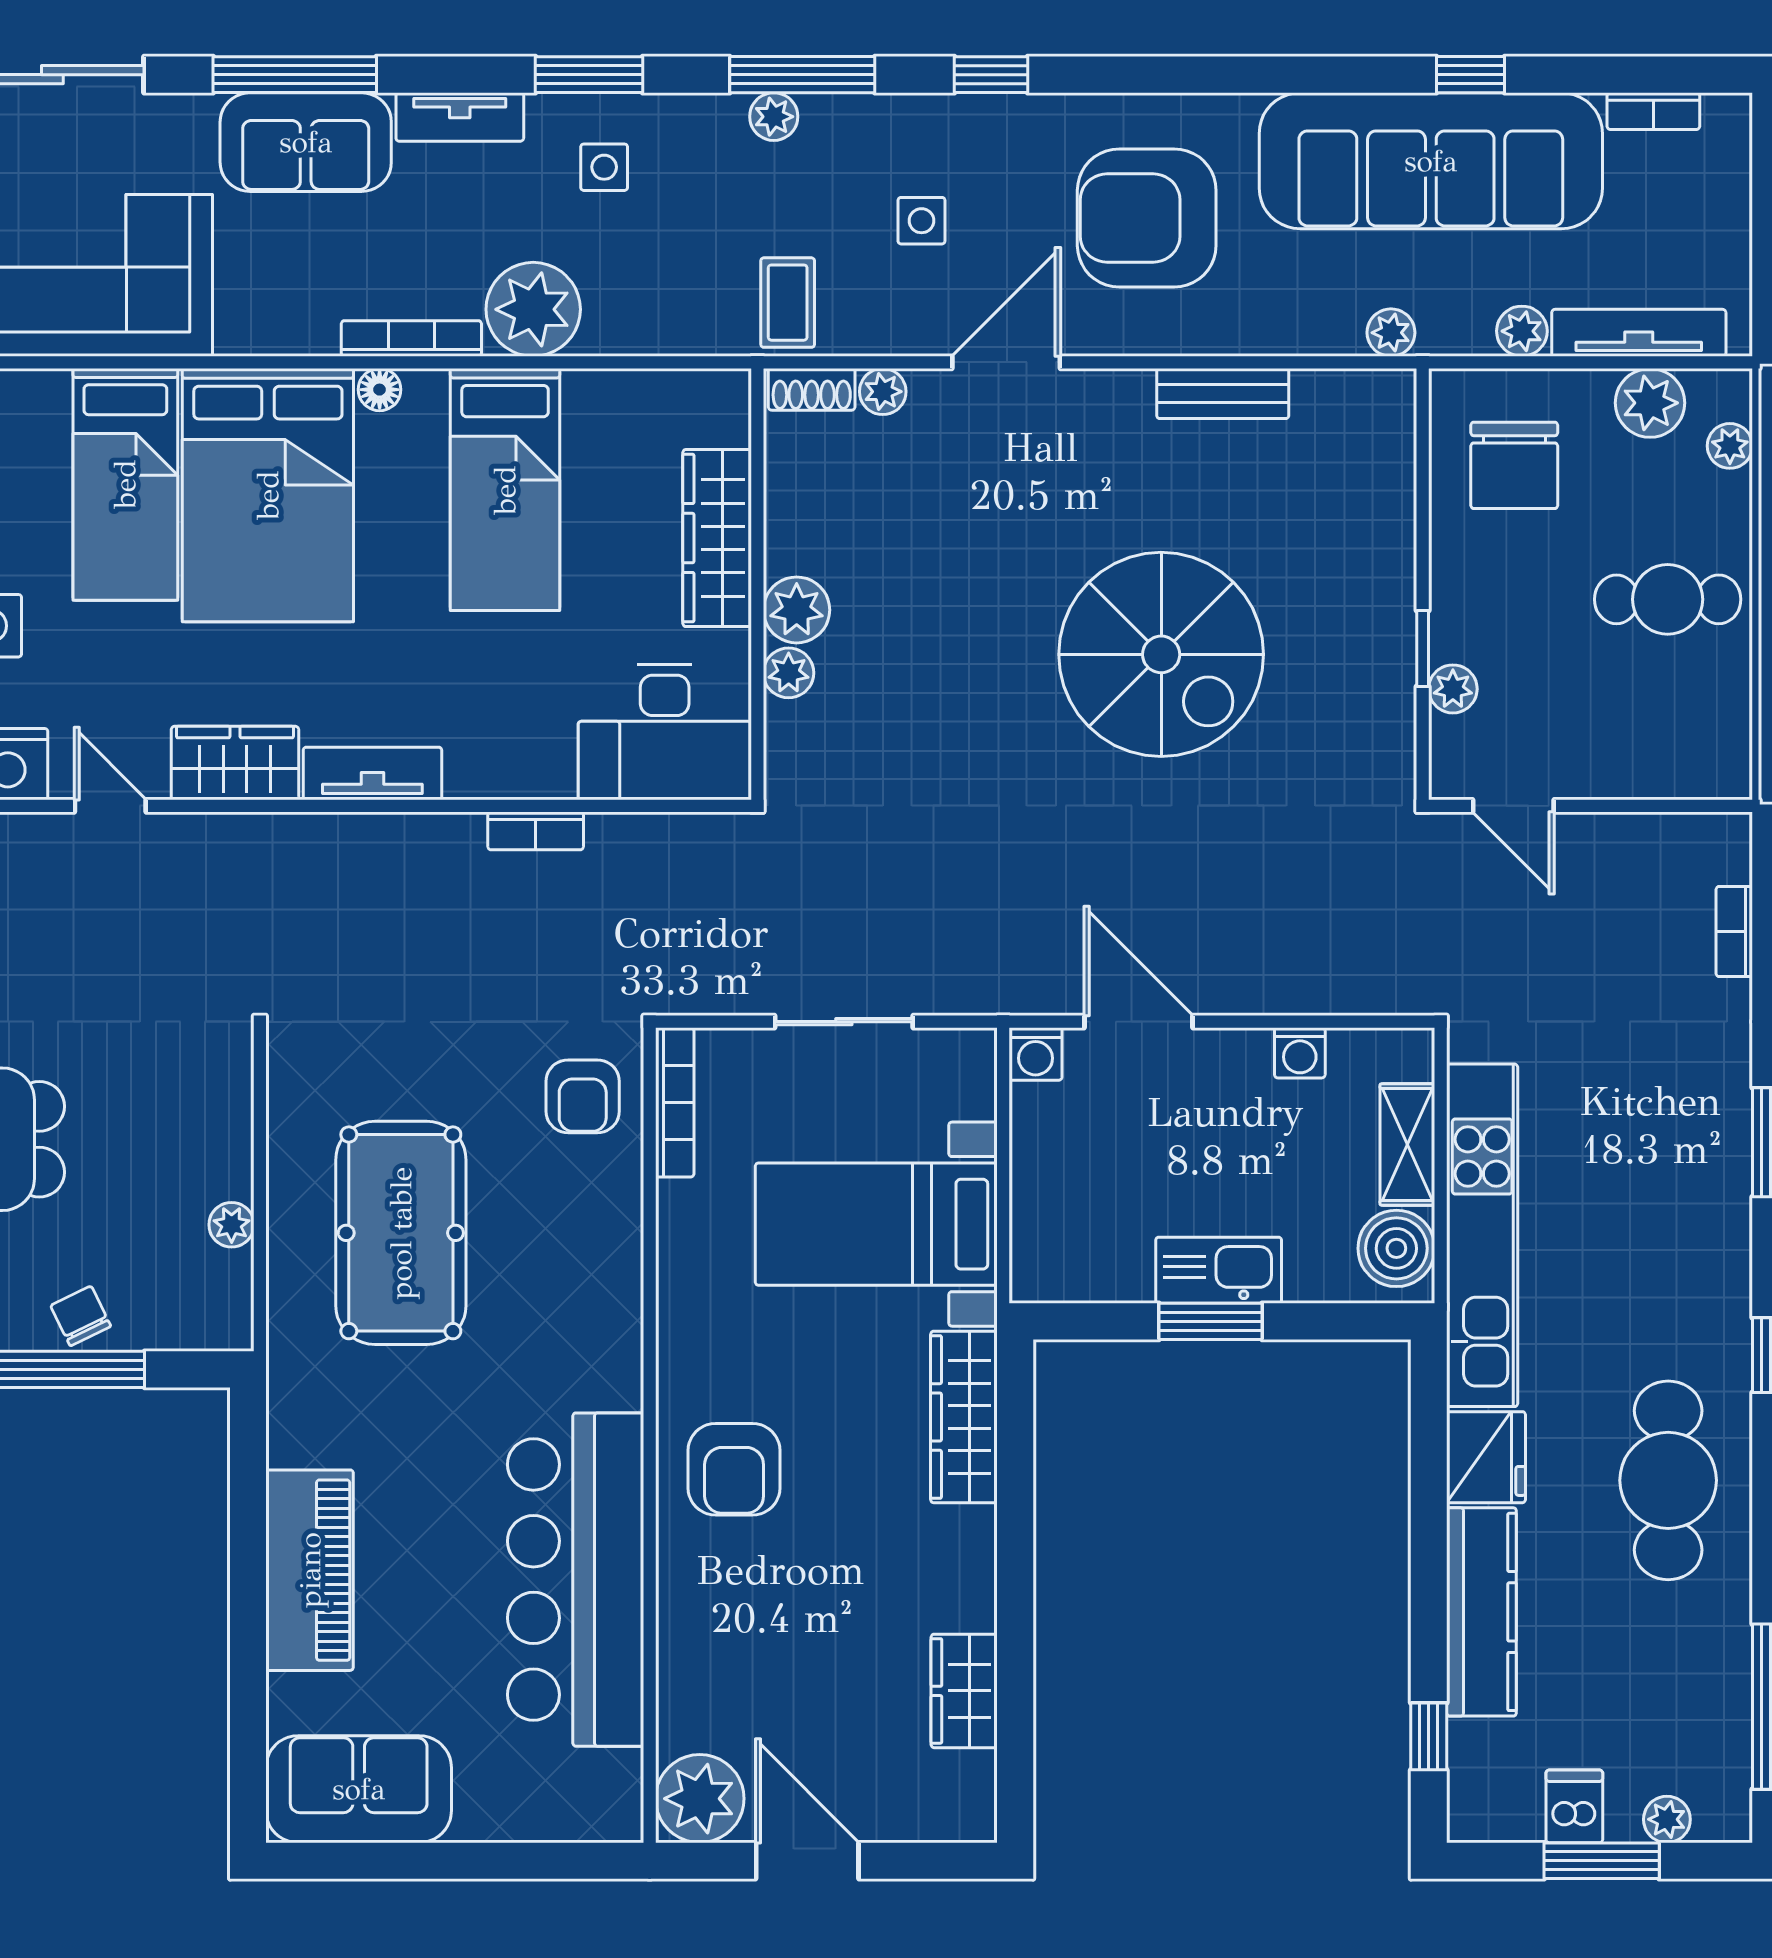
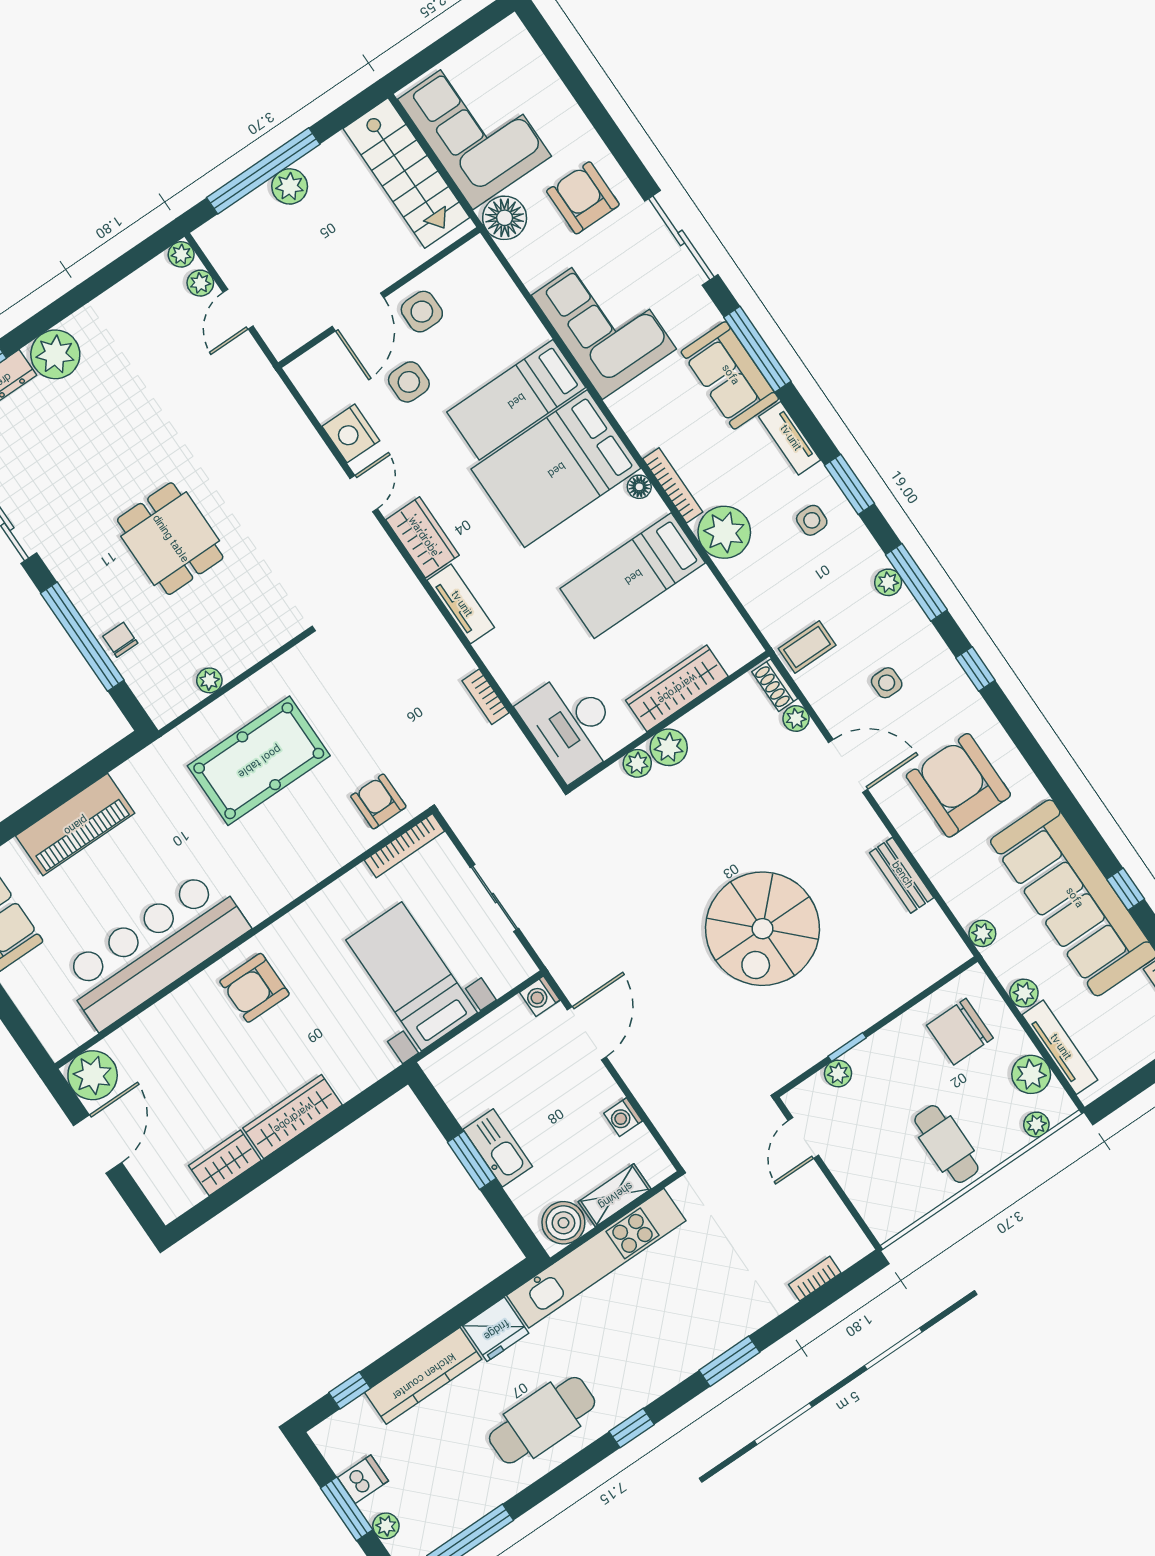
armchair: (583, 1096) -> (378, 801), turned 90
chair: (81, 1316) -> (120, 640), turned -64
wardrobe: (964, 1417) -> (293, 1117), moved

